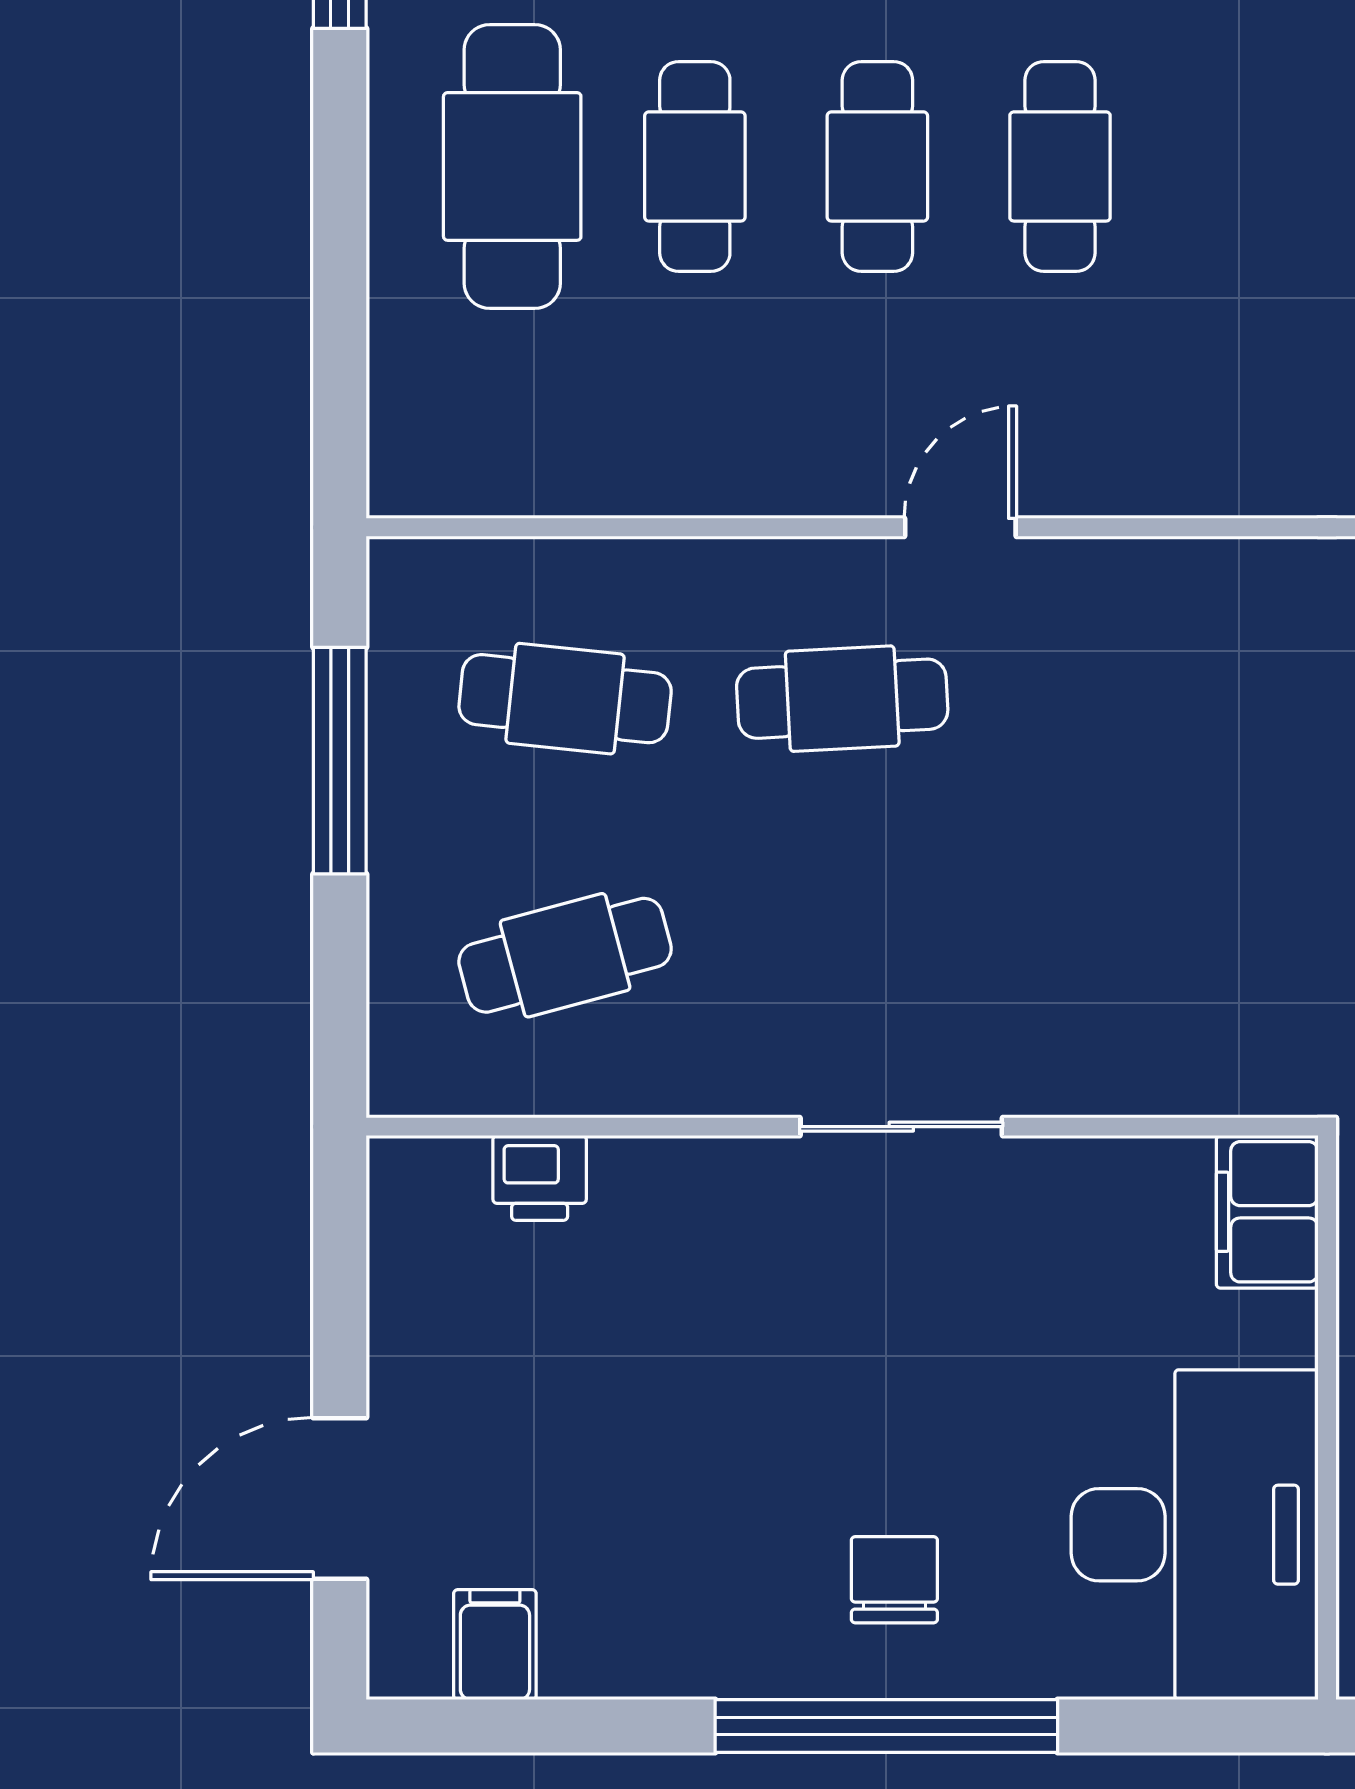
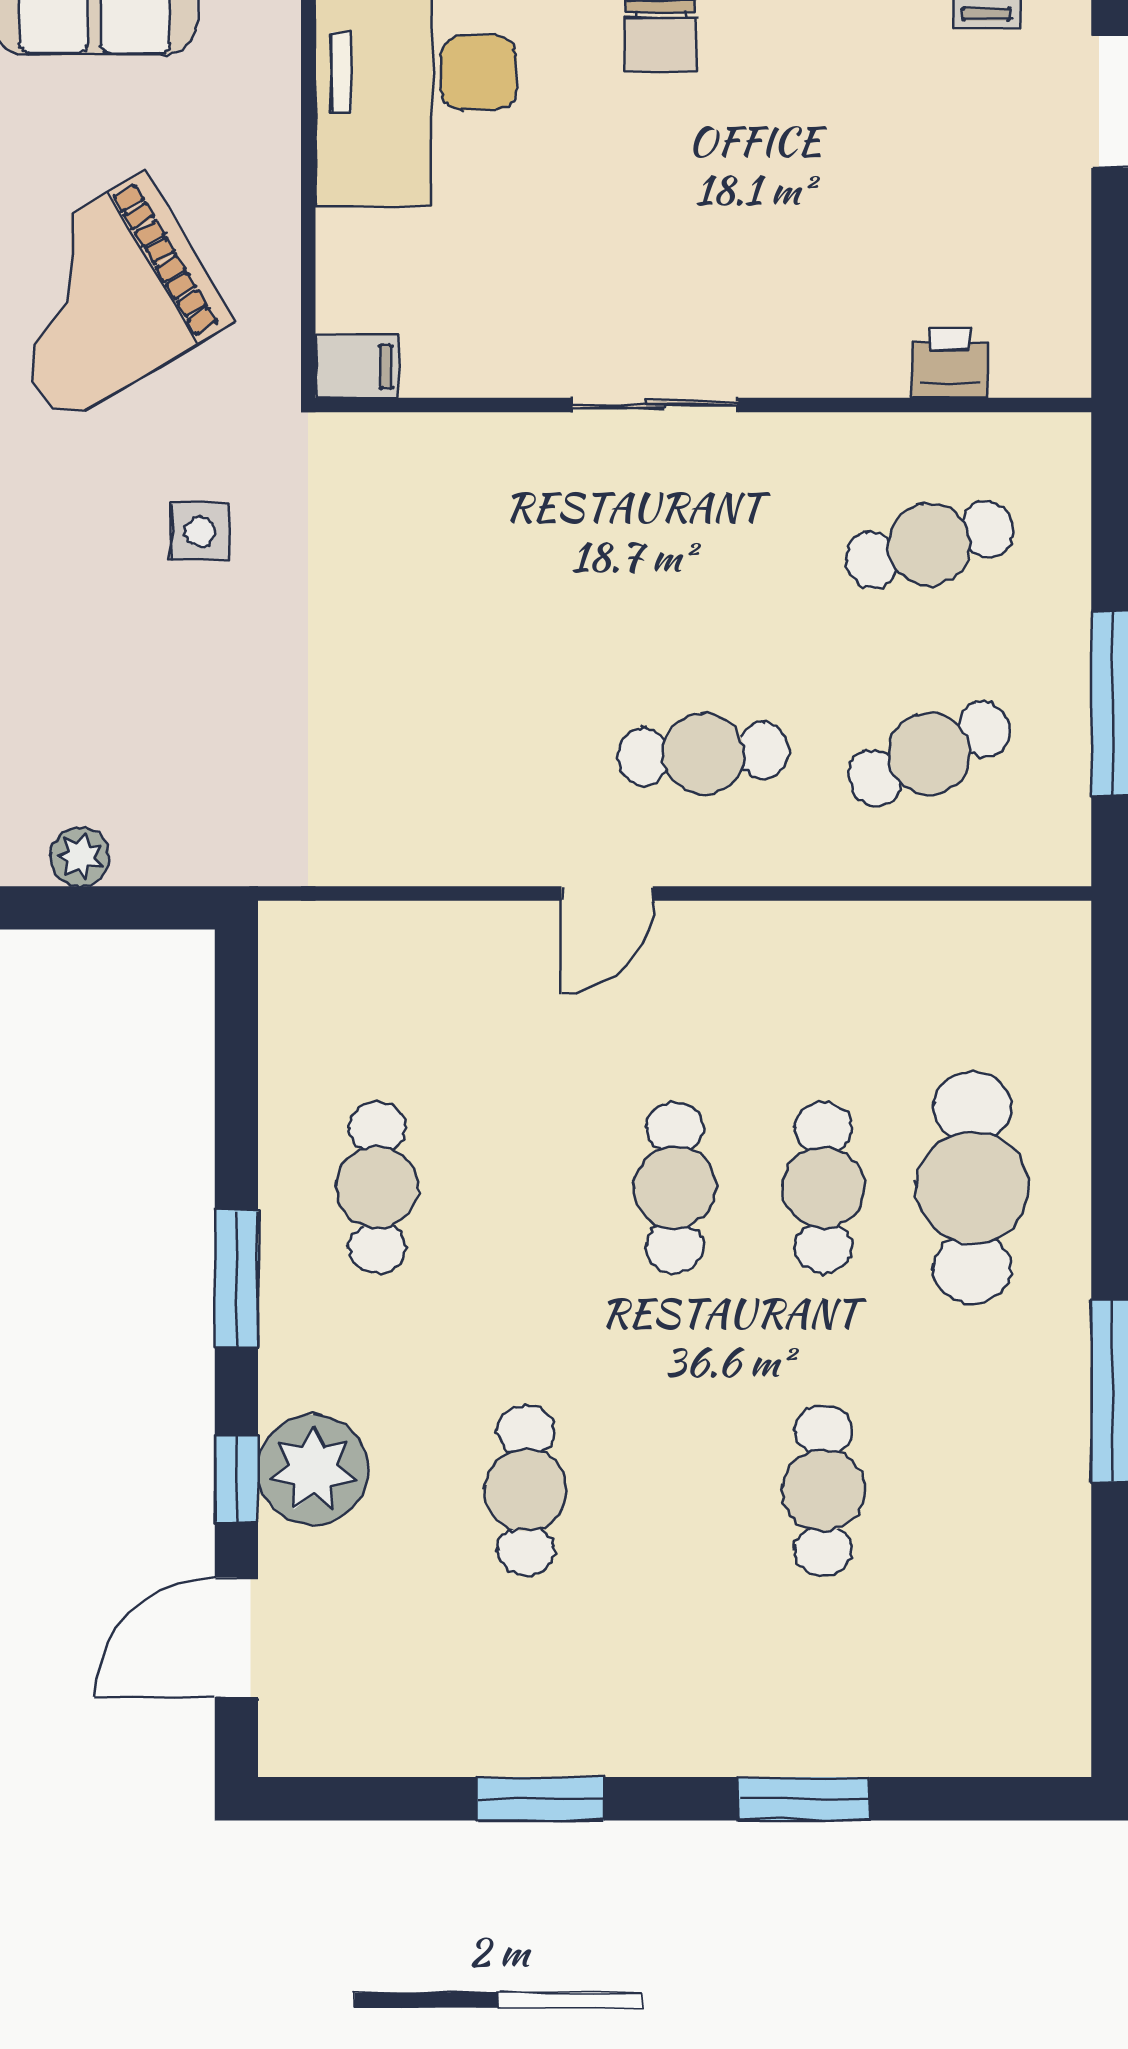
cafe table: (1060, 166) -> (377, 1188), moved
cafe table: (565, 699) -> (929, 754), turned -30
filing cabinet: (1267, 1212) -> (357, 367), width x0.50

